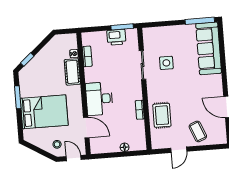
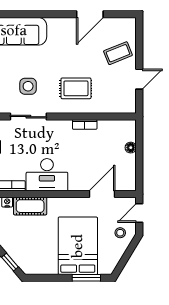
window: (18, 97) -> (86, 278), moved
desk: (99, 99) -> (47, 175), moved
rug: (162, 115) -> (76, 88), moved
door: (179, 150) -> (139, 79), hinge flipped

